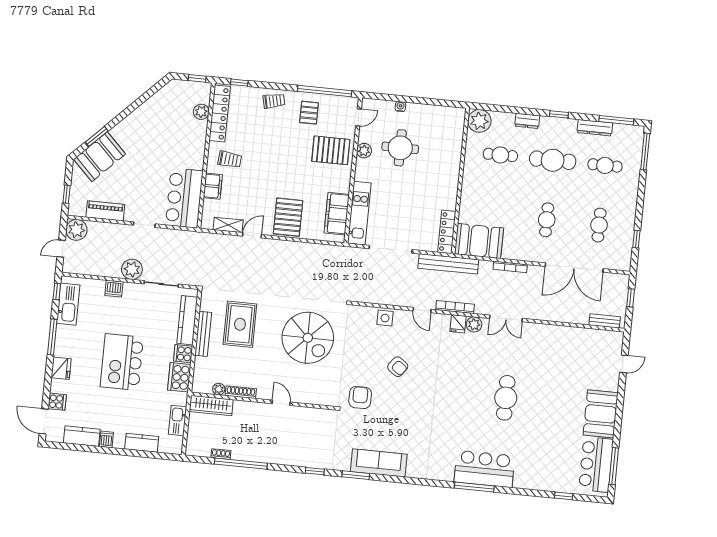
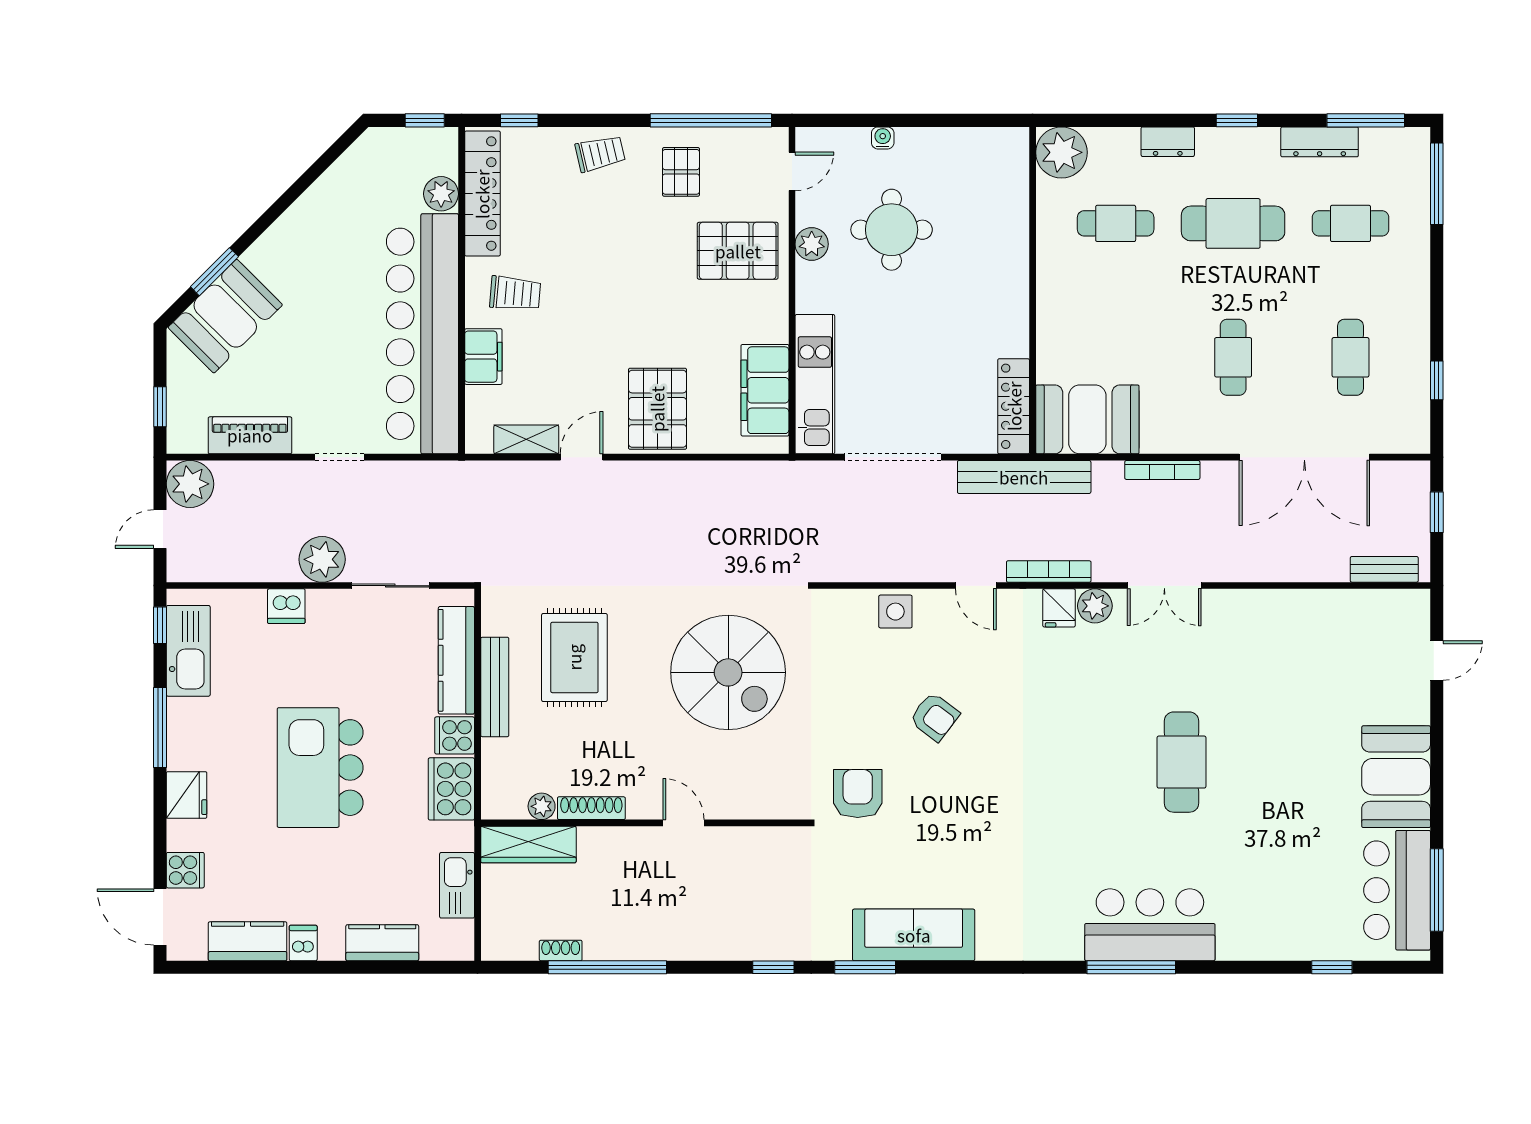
bar counter: (184, 198) -> (422, 334), width x1.86

